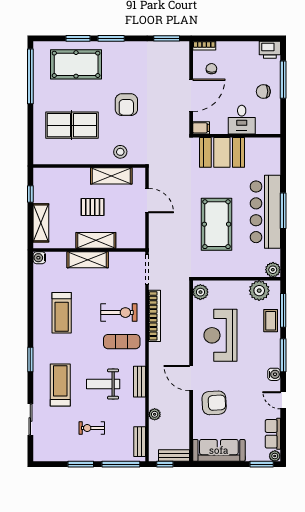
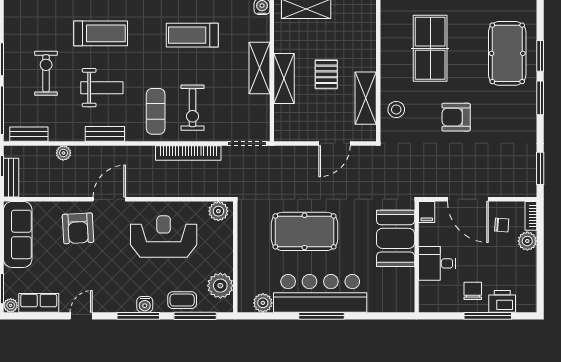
plant: (224, 48) -> (527, 241), added
printer: (270, 50) -> (502, 301), moved, turned 90
plant: (273, 270) -> (263, 303), moved
water cooler: (274, 374) -> (145, 304), moved
weight bench: (103, 384) -> (102, 88), turned 90
exercise bike: (92, 428) -> (46, 73), width x1.38, depth x1.39

